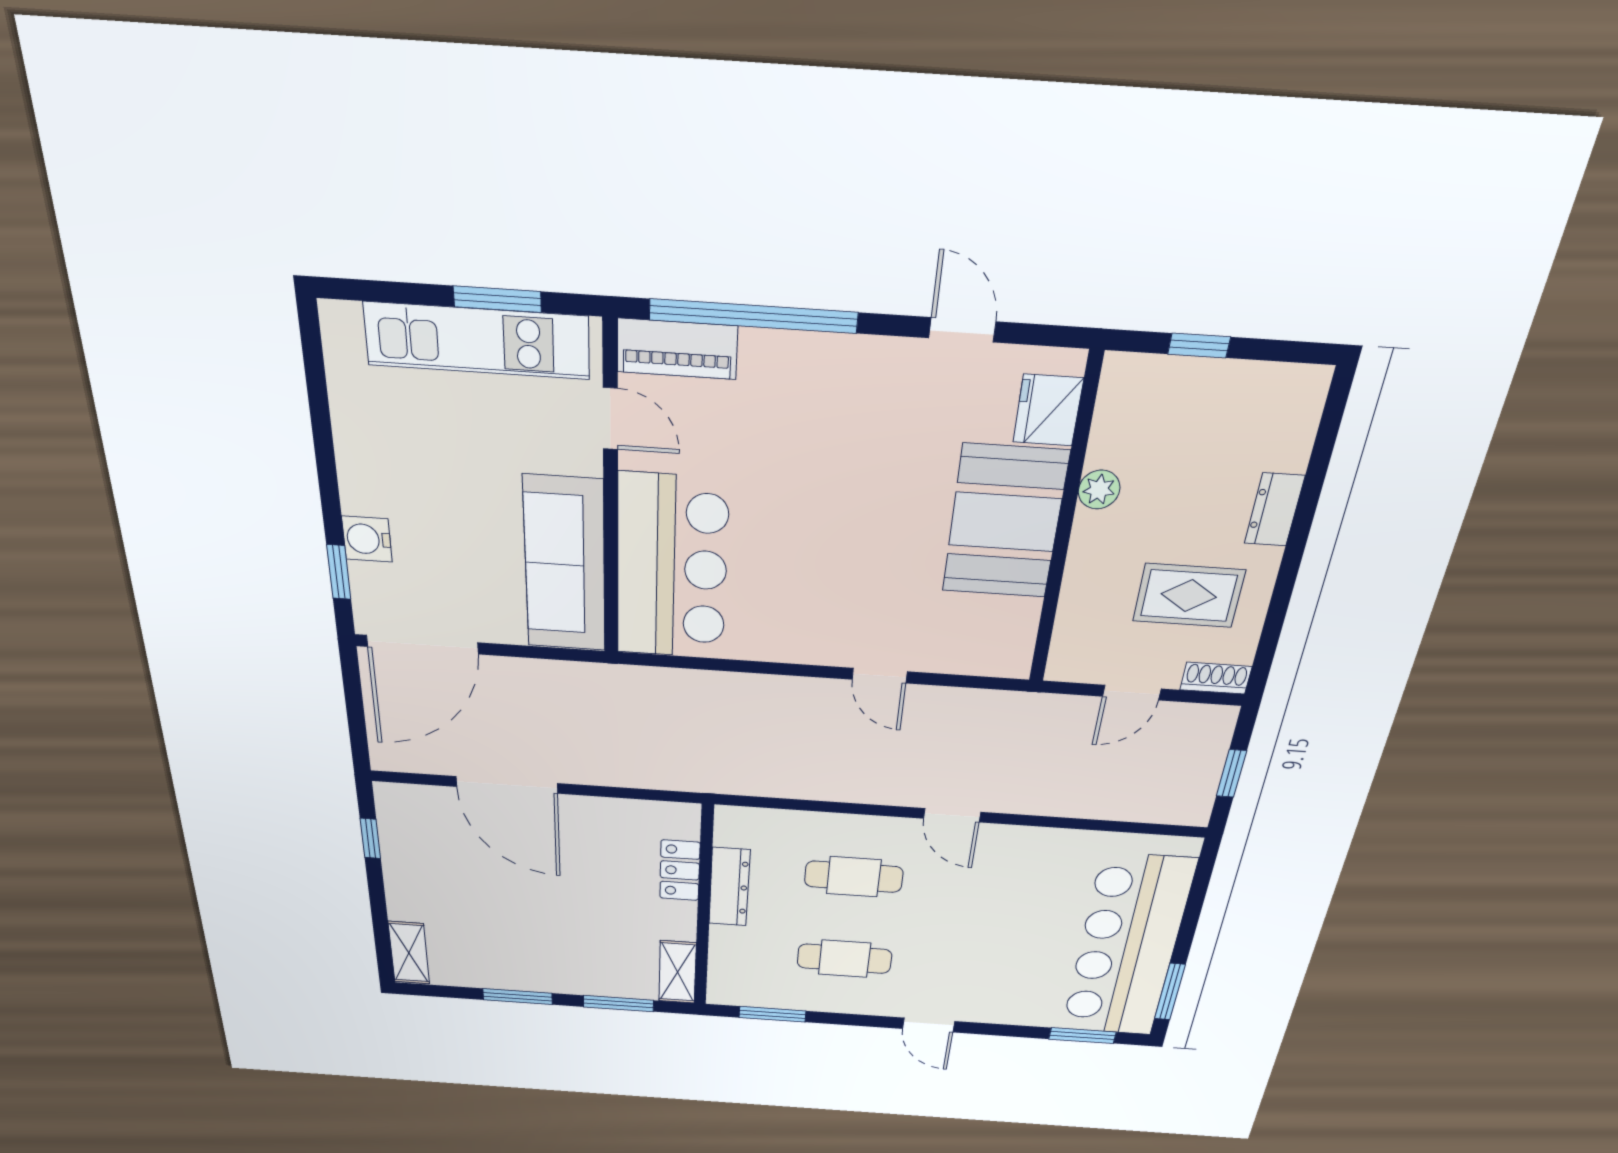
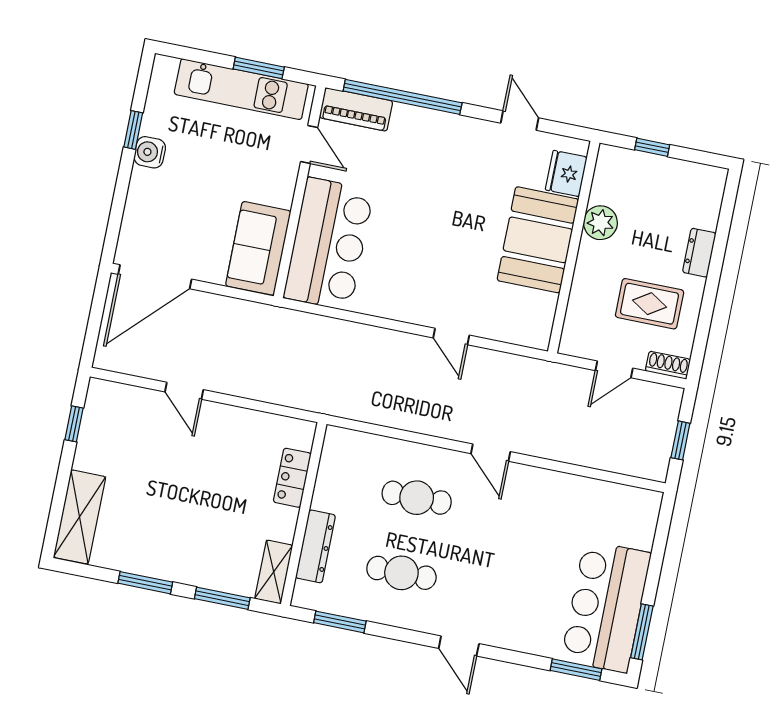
plant: (1099, 490) -> (600, 223), width x1.38, depth x1.38
water cooler: (367, 539) -> (150, 152), moved
sofa: (565, 565) -> (258, 248), width x0.73
window: (339, 572) -> (133, 130), moved
door: (507, 785) -> (184, 391), width x0.53
dresser: (729, 887) -> (316, 546), moved
bar counter: (1127, 947) -> (606, 607), width x0.73
shelving: (409, 953) -> (80, 517), width x1.50, depth x1.33

